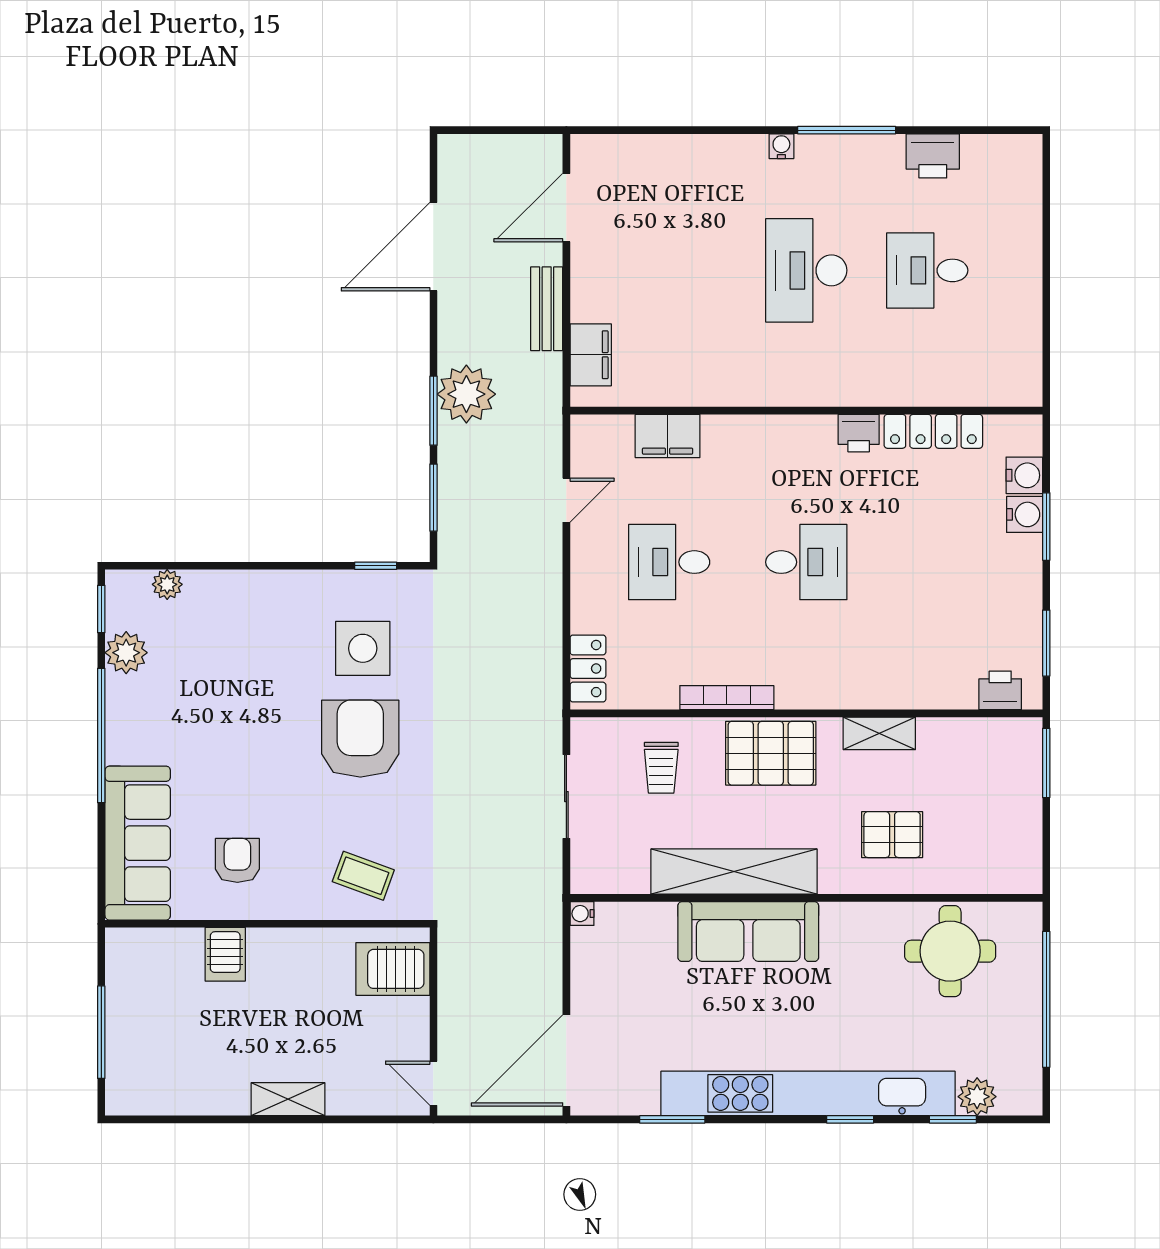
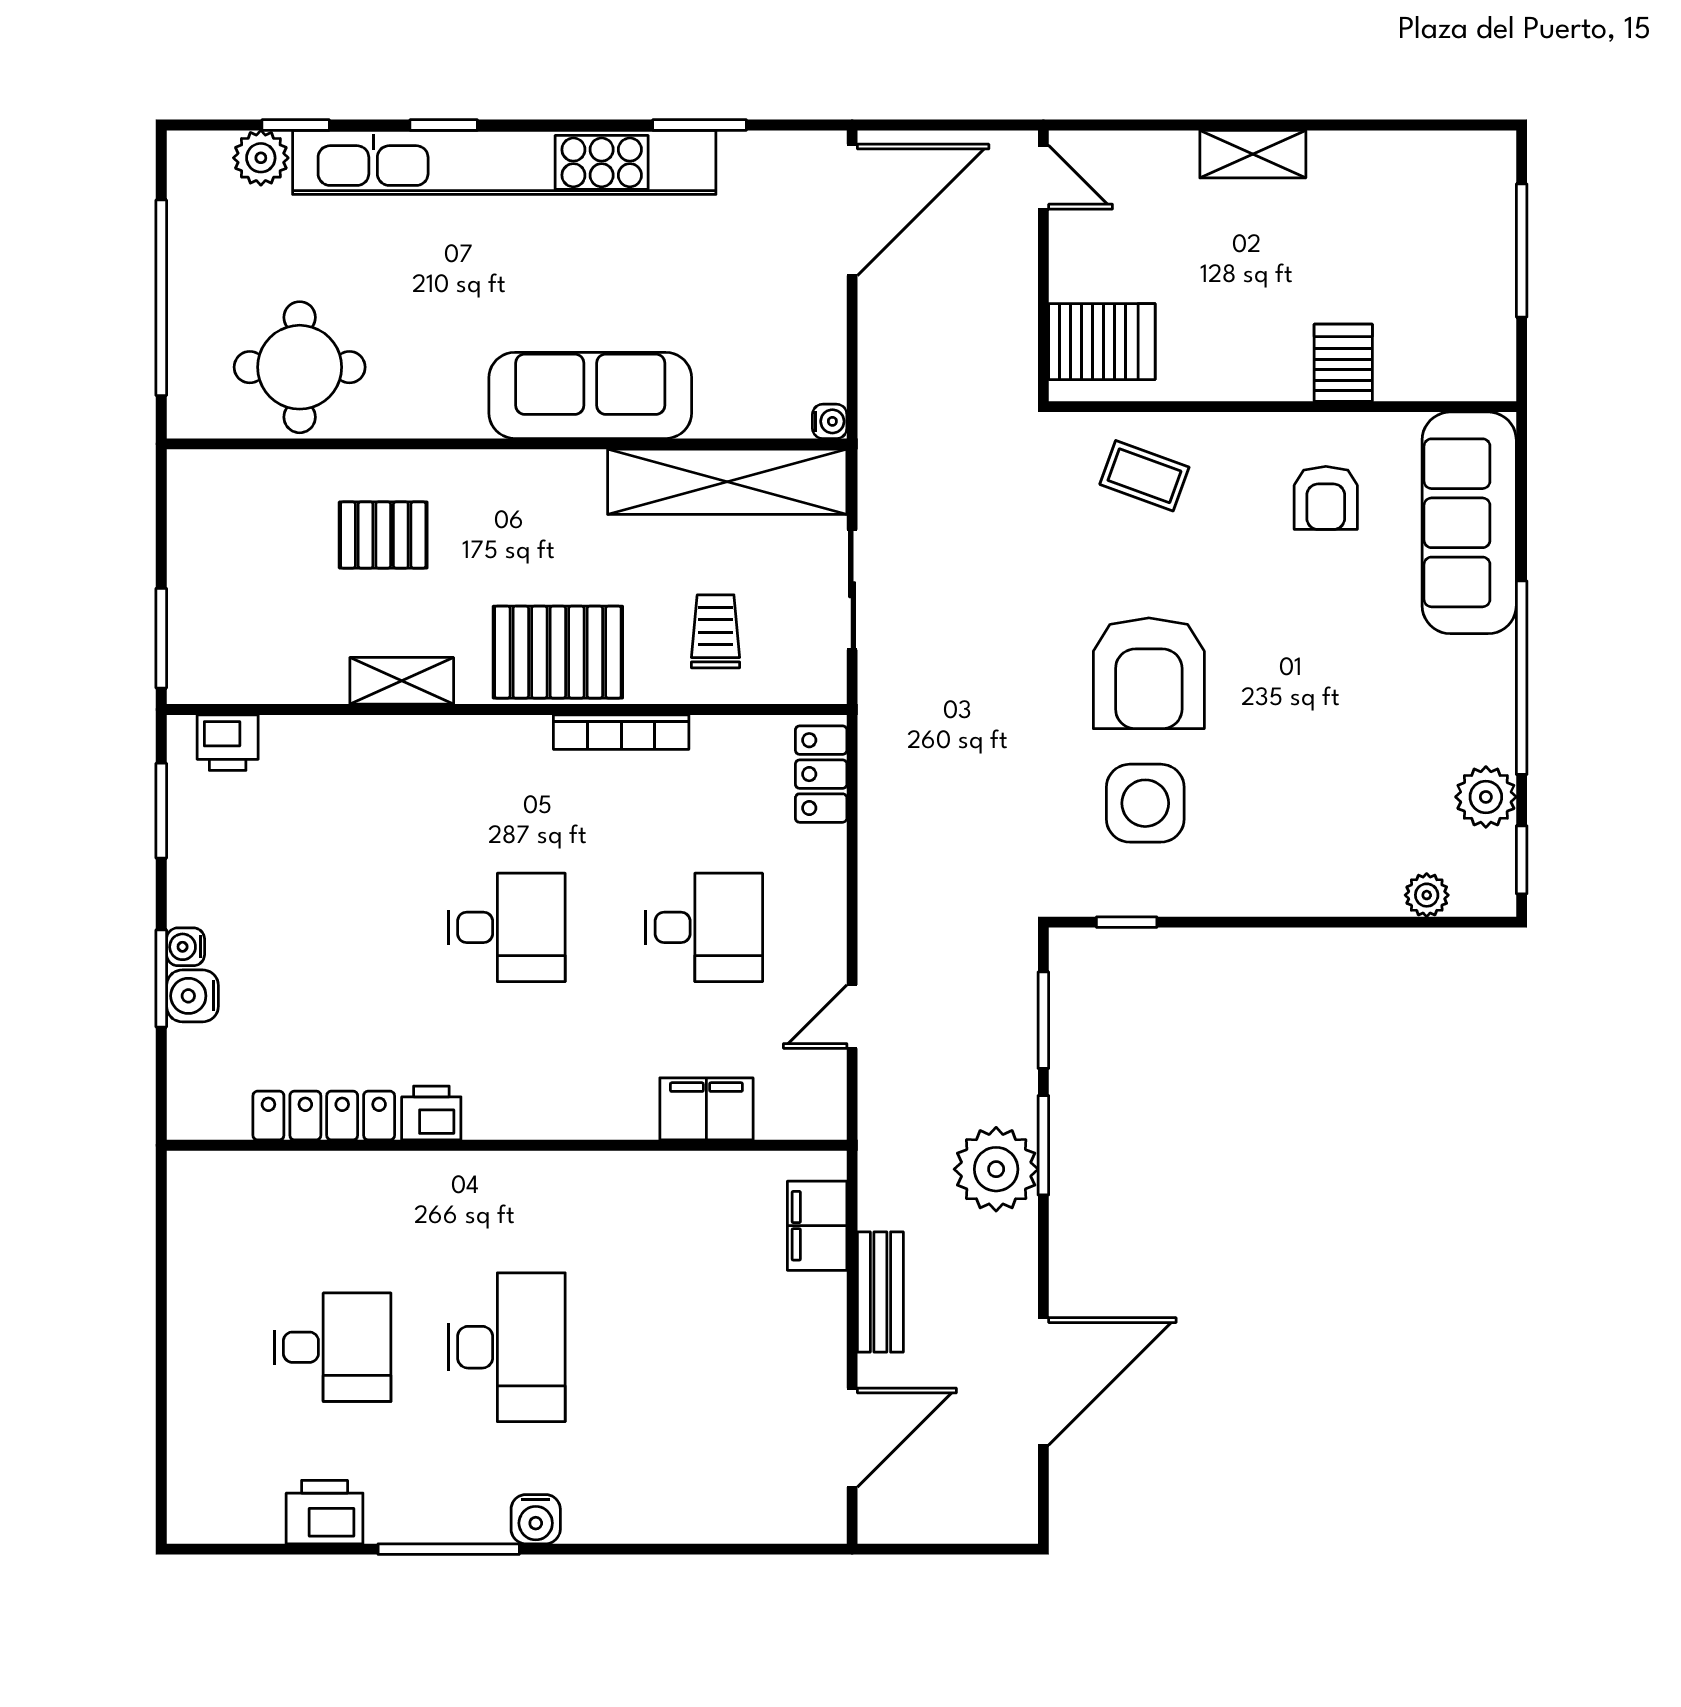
water cooler: (781, 146) -> (536, 1519), width x1.38, depth x1.38
water cooler: (1024, 475) -> (186, 947), moved, width x0.72, depth x0.72
desk: (806, 562) -> (507, 927), turned 180
shelving: (734, 872) -> (727, 482), moved

